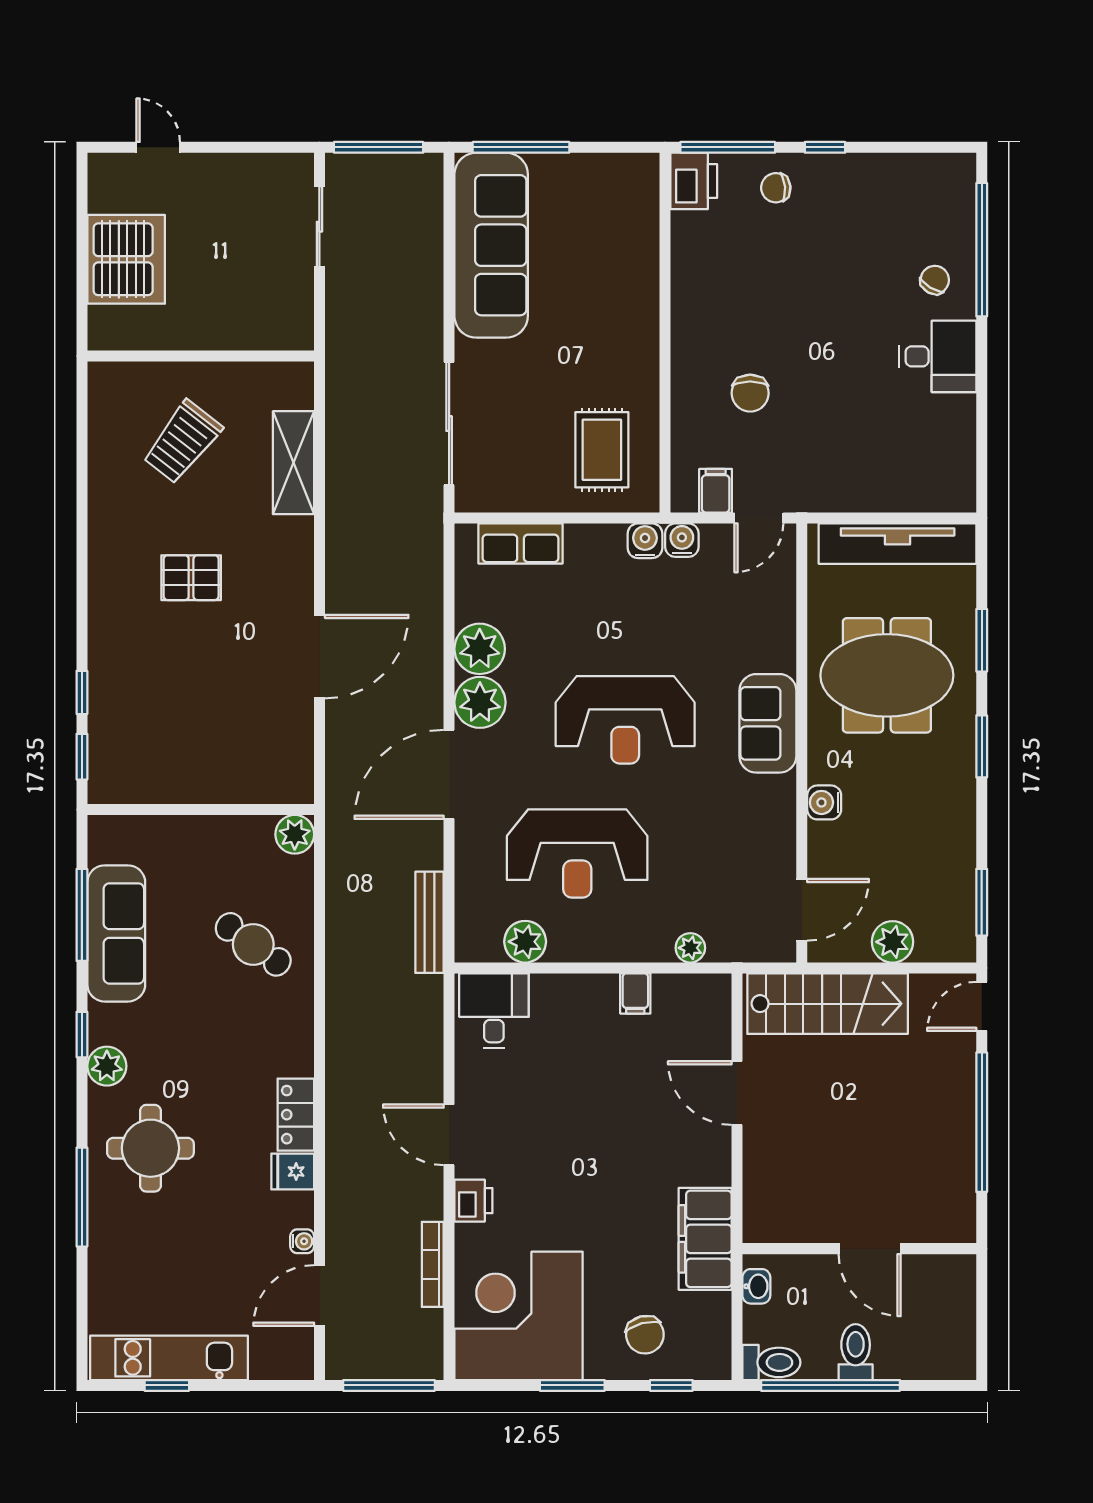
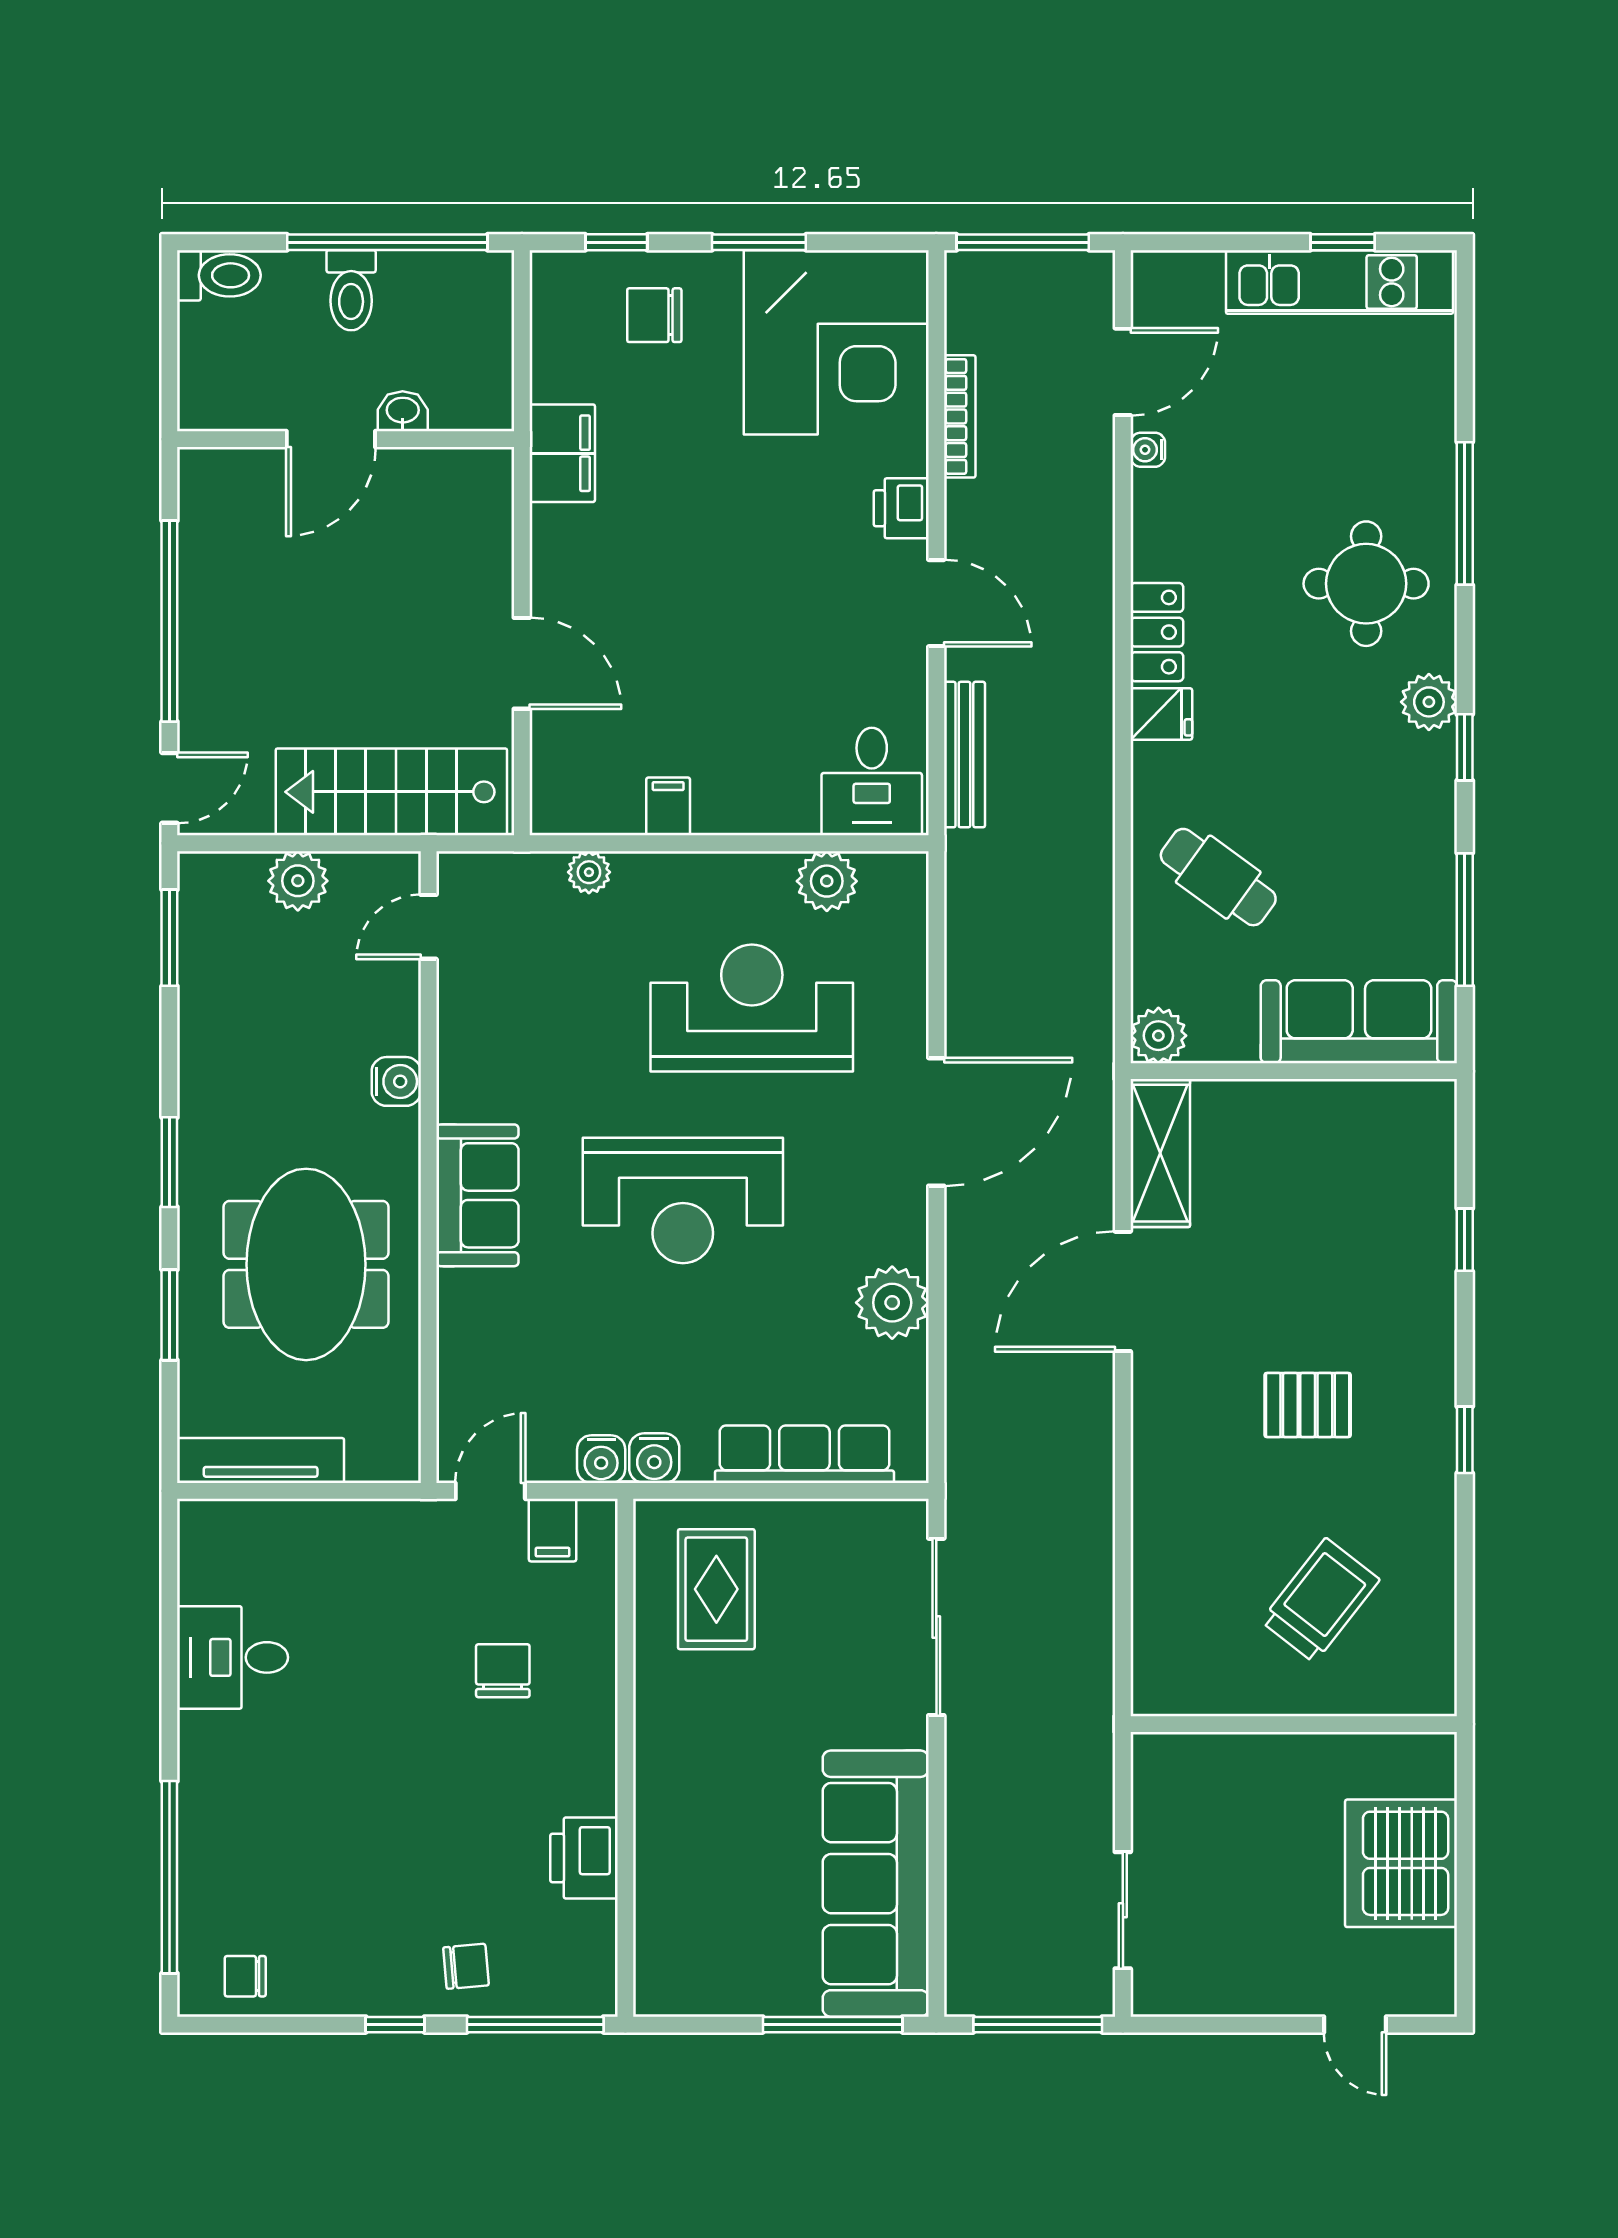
printer: (694, 181) -> (584, 1858), moved
chair: (935, 280) -> (245, 1976), moved, turned 59
desk: (938, 356) -> (233, 1657), moved
shelving: (293, 463) -> (1160, 1153), moved
row of seats: (521, 544) -> (804, 1454), width x1.48
tv unit: (898, 544) -> (261, 1461), width x0.73, depth x0.78
meeting table: (887, 675) -> (306, 1264), turned 90
plant: (480, 702) -> (892, 1225), removed
reception desk: (625, 720) -> (683, 1200), turned 180
window: (82, 757) -> (1465, 1440), moved
door: (802, 910) -> (429, 927), width x0.73
bench: (429, 922) -> (964, 755), moved
sofa: (116, 933) -> (1359, 1022), moved, turned 90
fridge: (293, 1171) -> (1161, 714), moved
filing cabinet: (705, 1239) -> (562, 453), width x0.67, depth x0.86
door: (870, 1249) -> (331, 439), swing flipped
washbasin: (756, 1286) -> (403, 411), moved, turned 90
chair: (645, 1335) -> (654, 315), turned -75
toilet: (771, 1362) -> (219, 275), moved, turned 180

